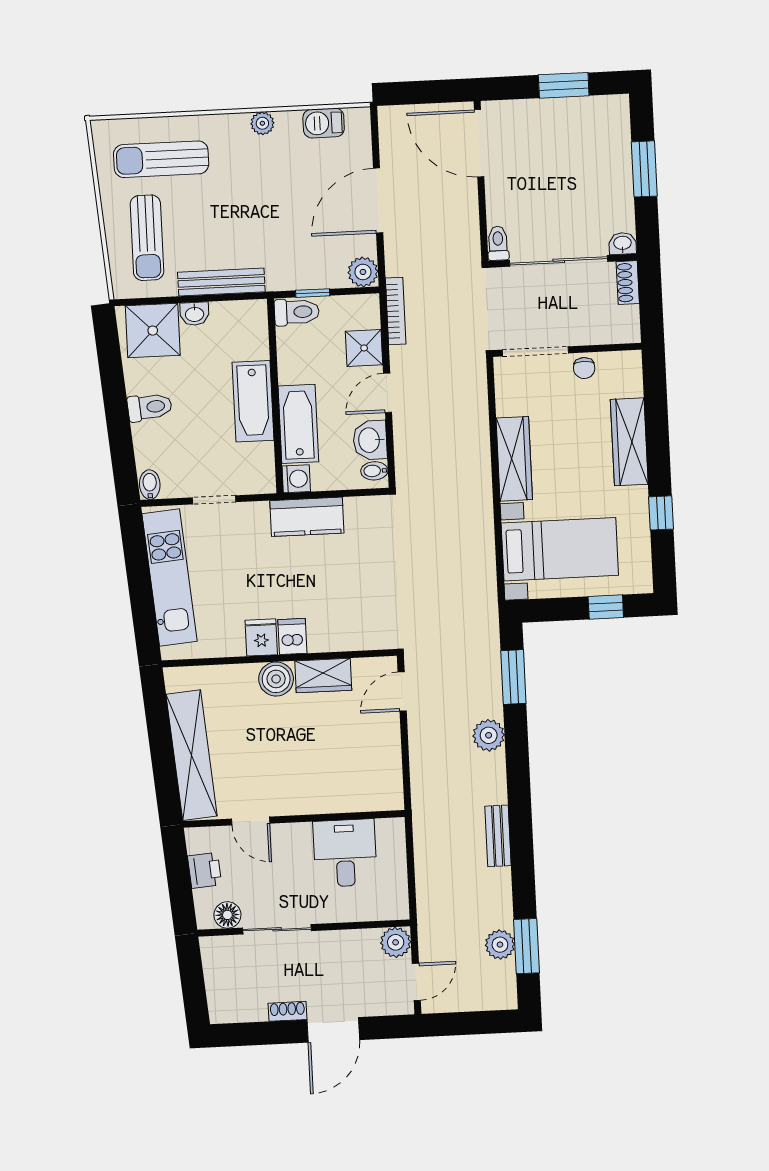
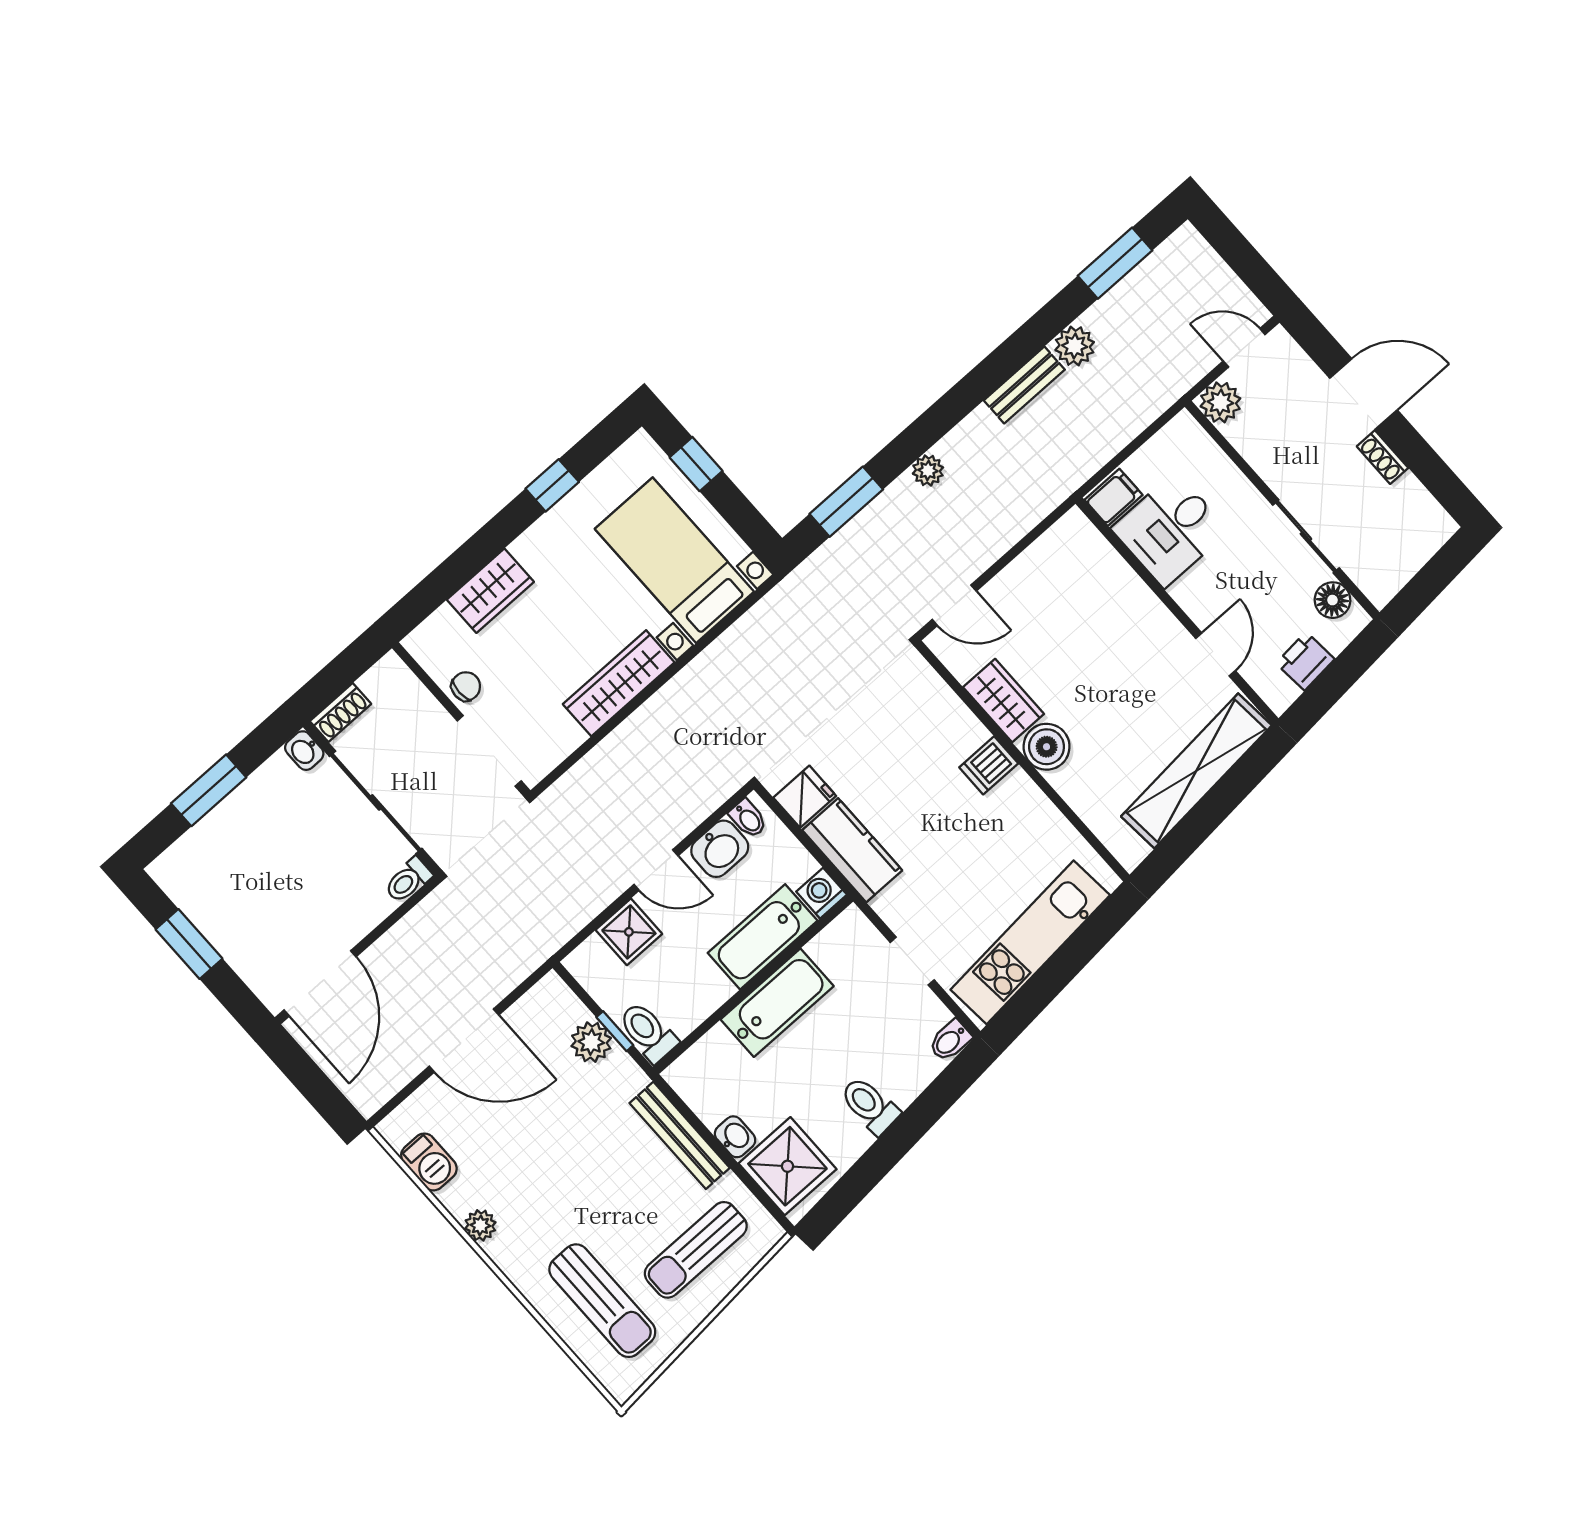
sun lounger: (147, 238) -> (696, 1250), turned 180
plant: (363, 272) -> (591, 1042), moved
bookcase: (396, 311) -> (564, 930), removed
wardrobe: (629, 442) -> (490, 591), width x0.67
fridge: (261, 637) -> (805, 797), moved, turned 180
plant: (489, 735) -> (928, 471), width x0.73, depth x0.73
filing cabinet: (390, 835) -> (1114, 497), added
plant: (500, 945) -> (1075, 346), moved

